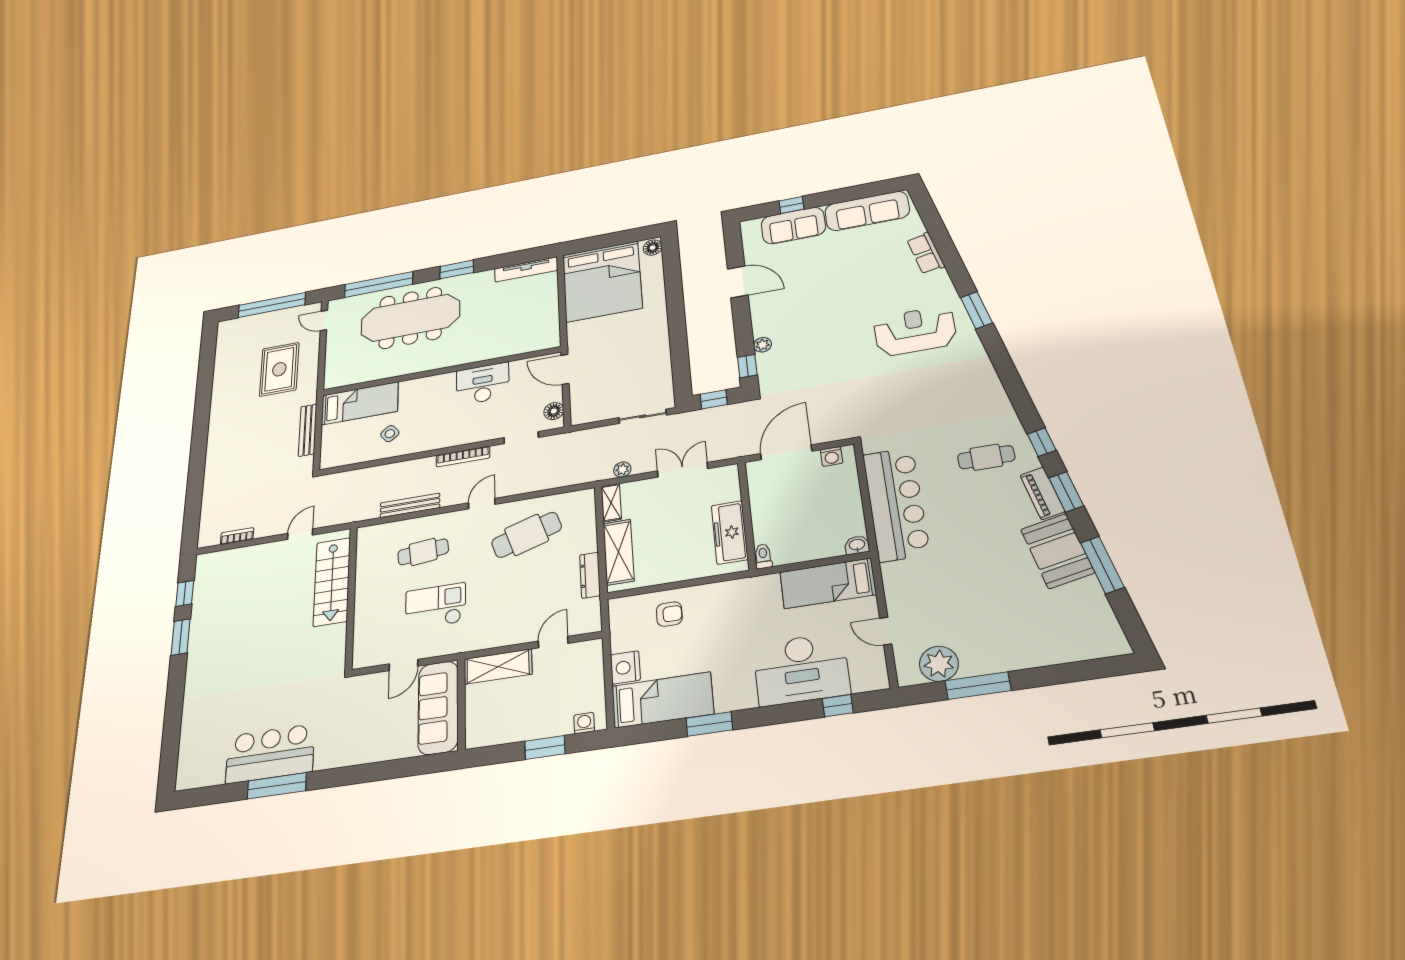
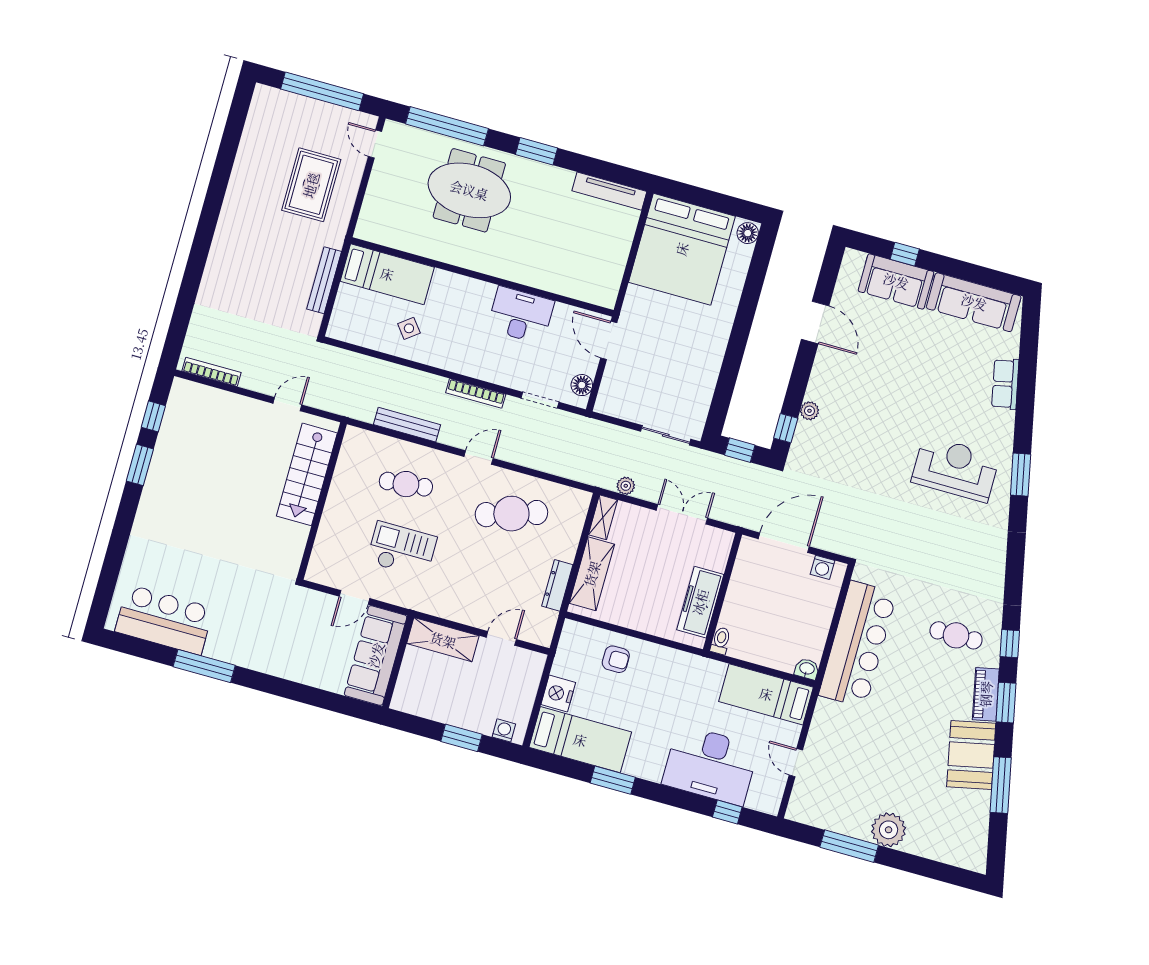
meeting table: (410, 318) -> (469, 190), width x0.73
bookcase: (237, 536) -> (211, 372), width x1.56
plant: (939, 664) -> (889, 830), moved
bar counter: (270, 754) -> (164, 620), moved

